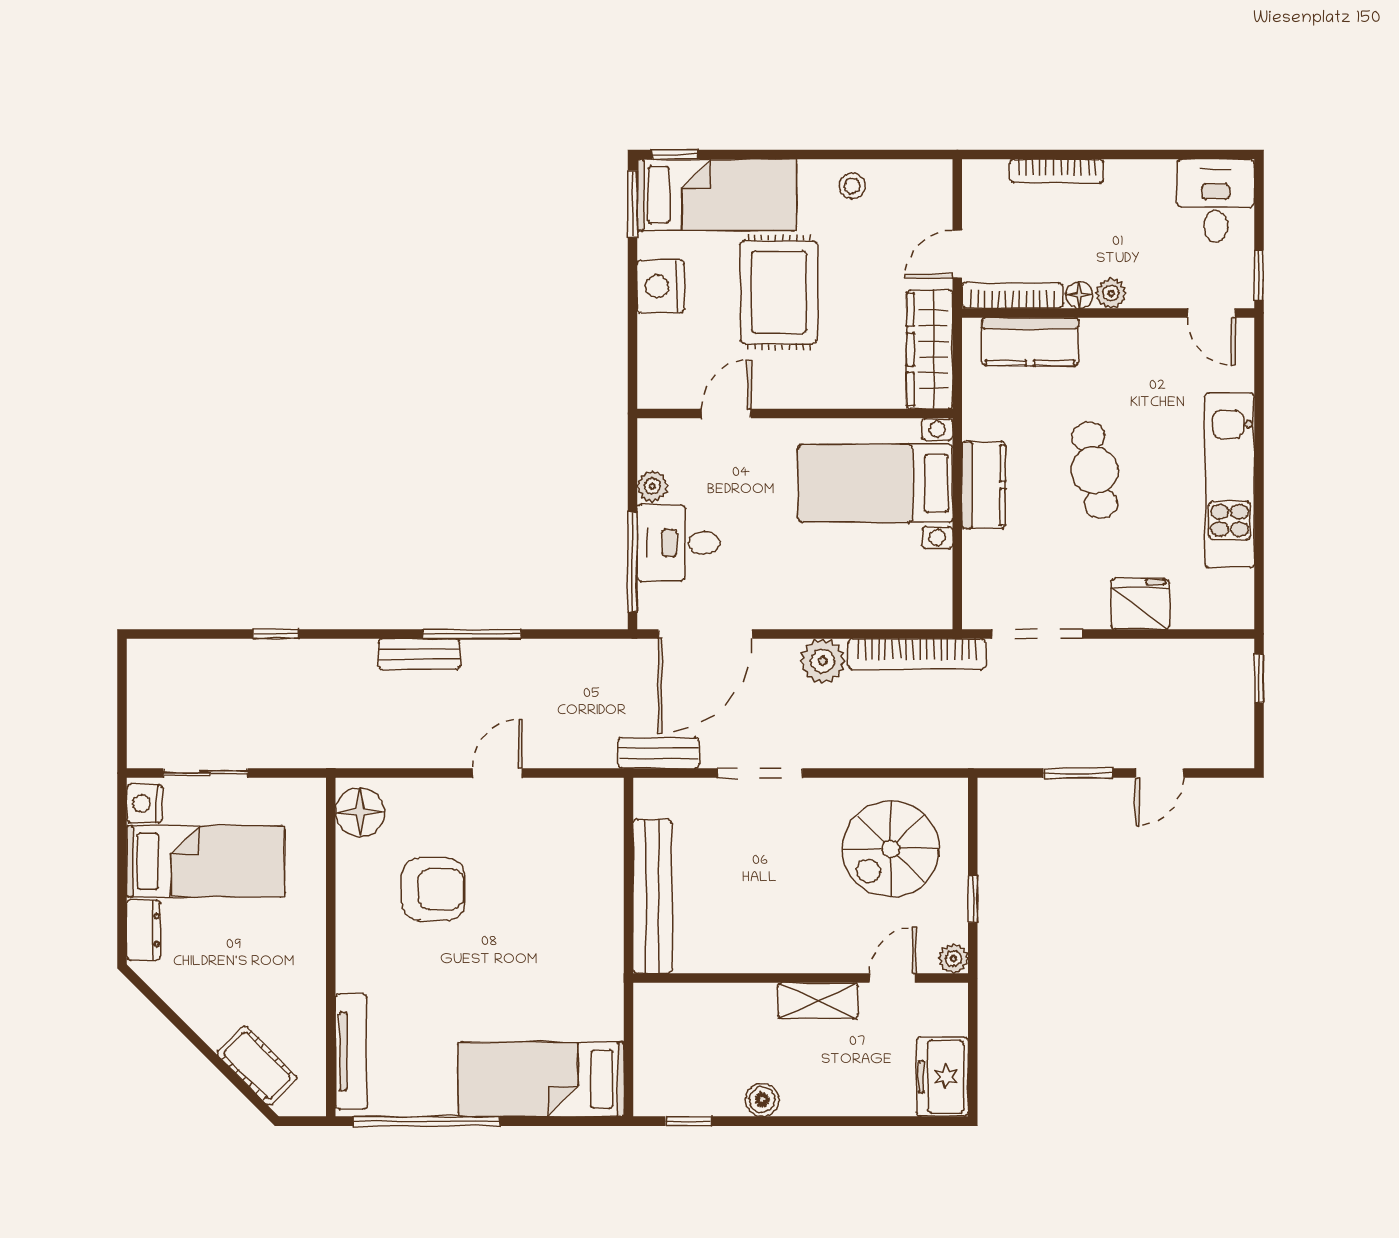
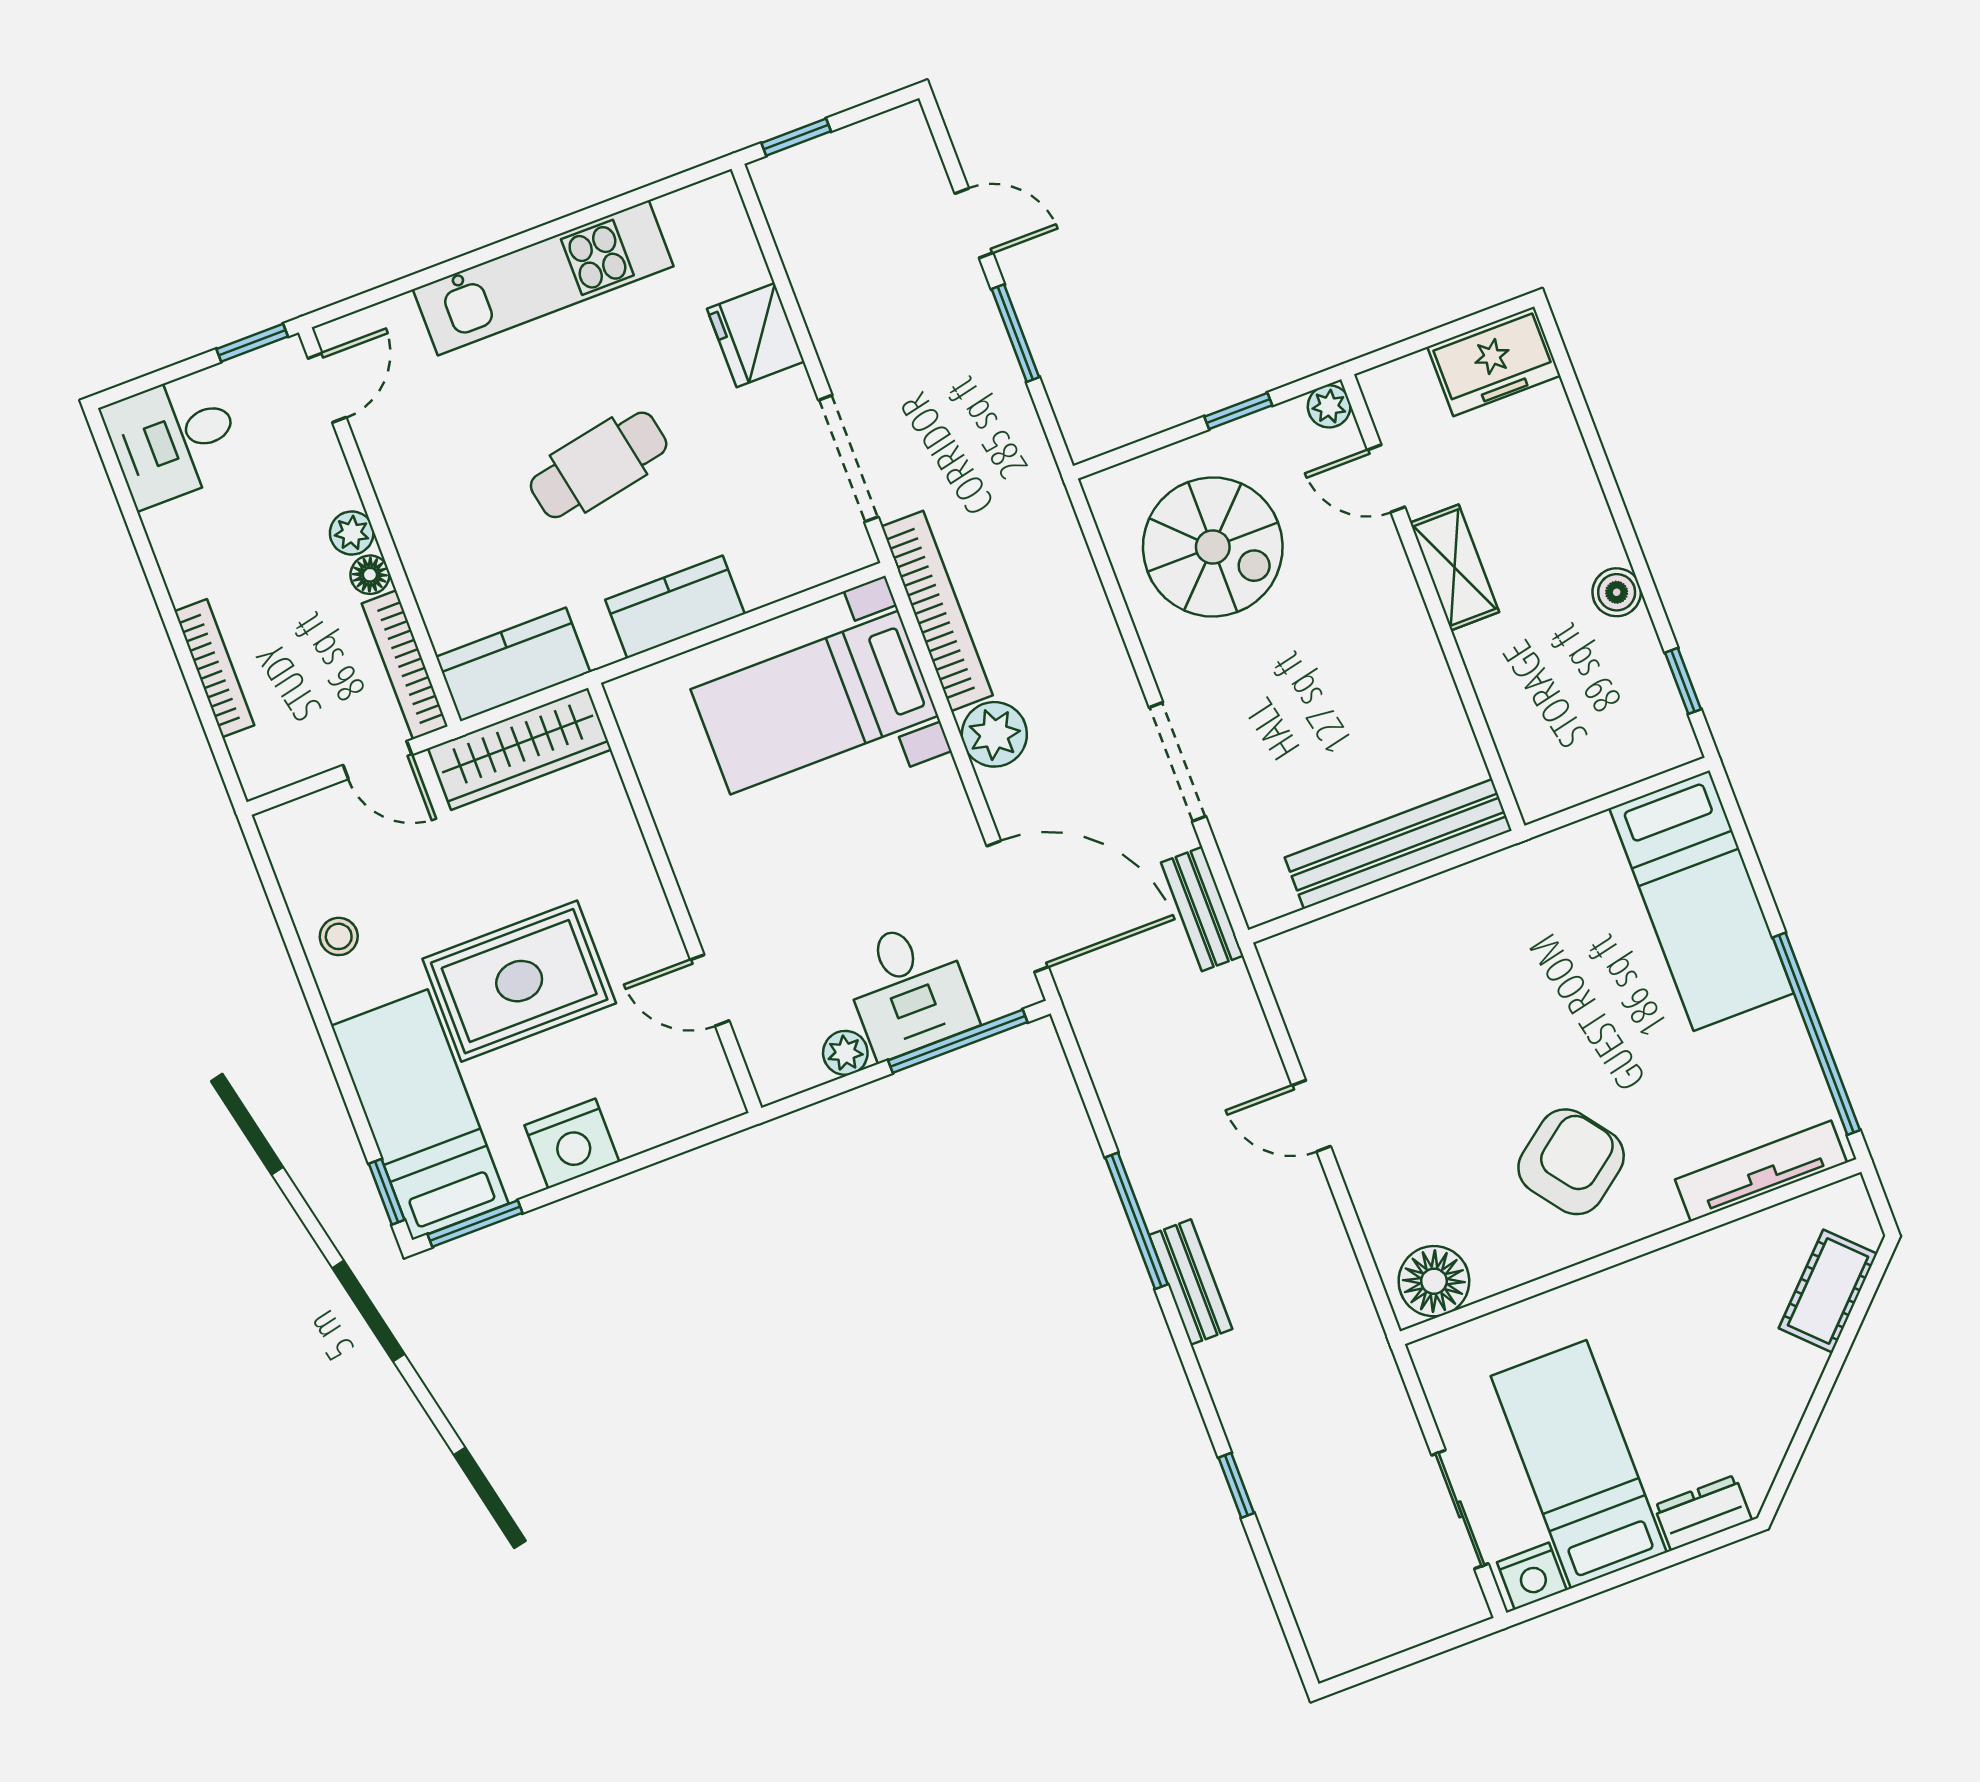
kitchen counter: (1030, 342) -> (513, 664), moved, turned -90
bed with nightstands: (875, 483) -> (814, 703), moved, turned 90
armchair: (433, 889) -> (1571, 1162), moved, turned 53

